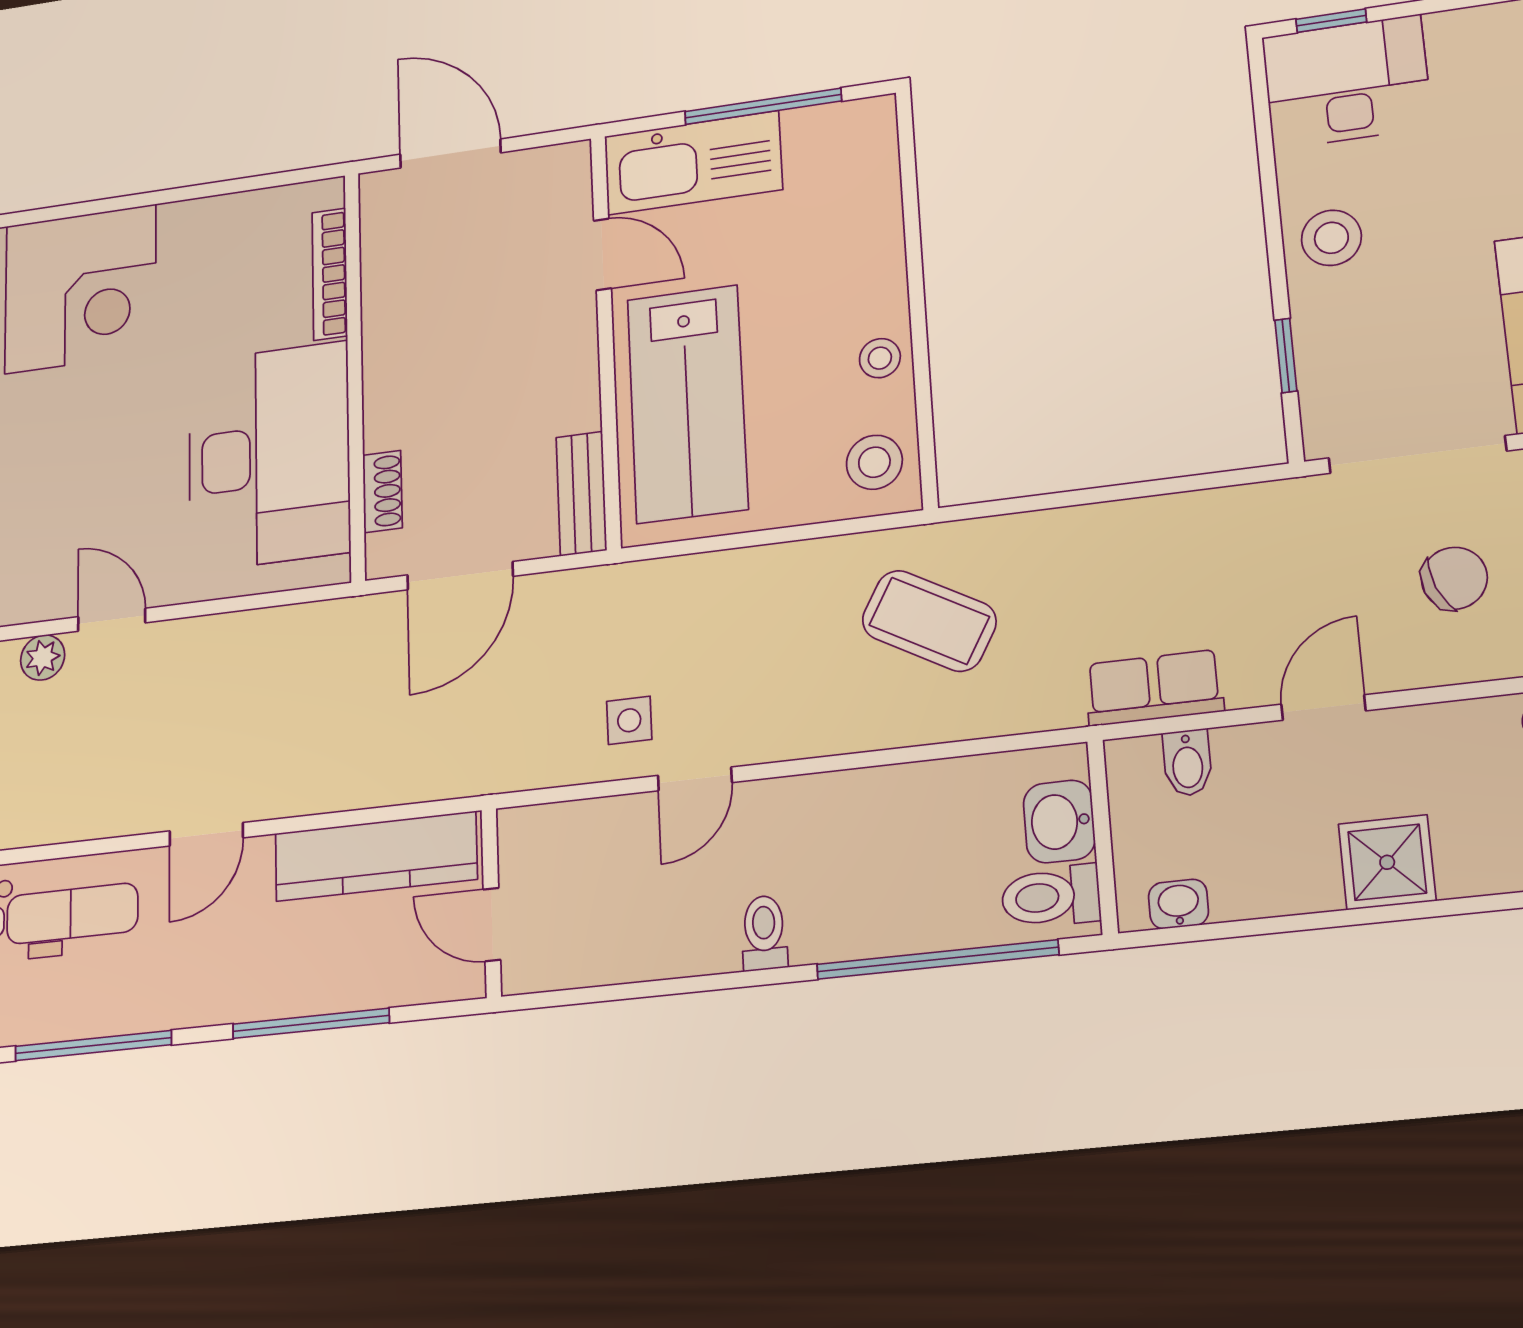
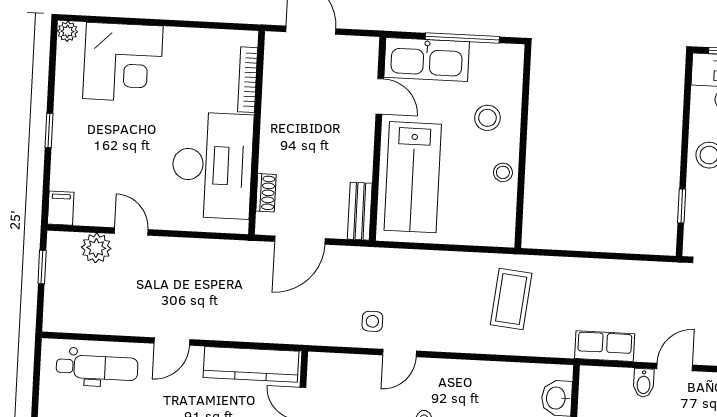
stool: (874, 462) -> (487, 118), moved
coffee table: (929, 621) -> (511, 299), turned 67
plant: (43, 658) -> (96, 248), width x1.38, depth x1.38
bidet: (1187, 763) -> (644, 383), moved

